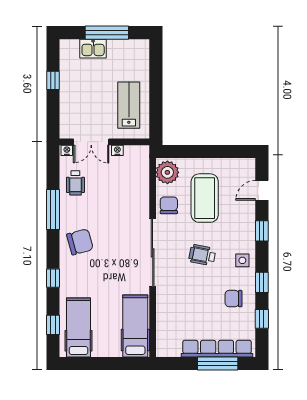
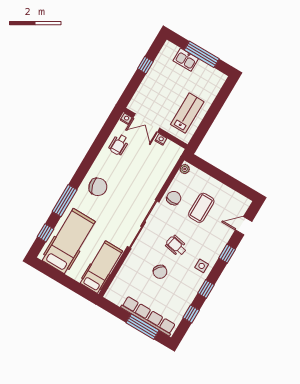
plant: (167, 172) -> (185, 169), width x0.53, depth x0.53
coffee table: (205, 198) -> (201, 208), width x0.73, depth x0.76
window: (53, 210) -> (93, 154), removed
window: (53, 278) -> (65, 201), width x2.17
chair: (234, 299) -> (160, 272), moved, turned -139
hospital bed: (79, 327) -> (69, 241), width x1.37, depth x1.29

